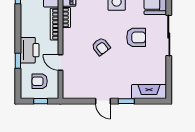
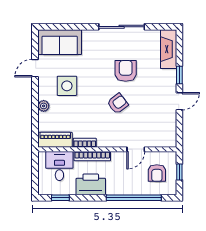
sliding door: (169, 35) -> (122, 27), moved
armchair: (136, 37) -> (126, 71), moved
printer: (30, 50) -> (91, 184), moved
window: (18, 61) -> (134, 198), width x3.17

